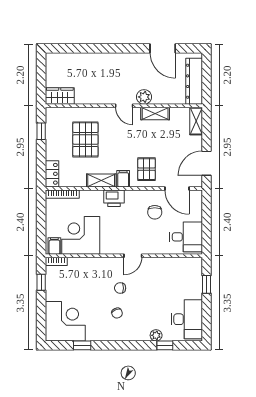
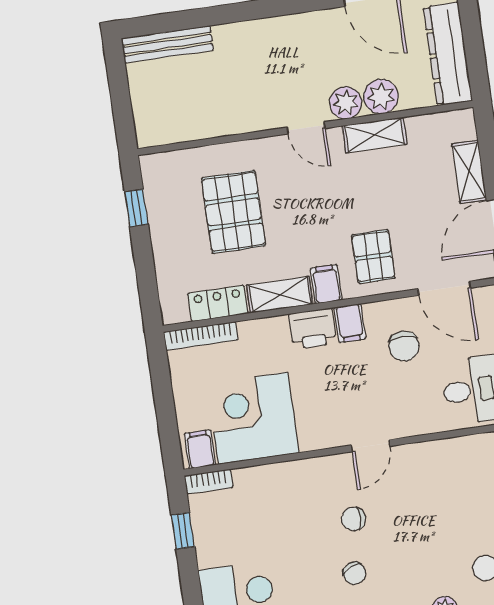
bench: (66, 58) -> (167, 44), added
wardrobe: (60, 96) -> (165, 127), removed
plant: (161, 96) -> (381, 97), added
shelving: (196, 121) -> (469, 172), moved
locker: (52, 174) -> (218, 303), moved, turned -90
filing cabinet: (131, 198) -> (350, 323), added

